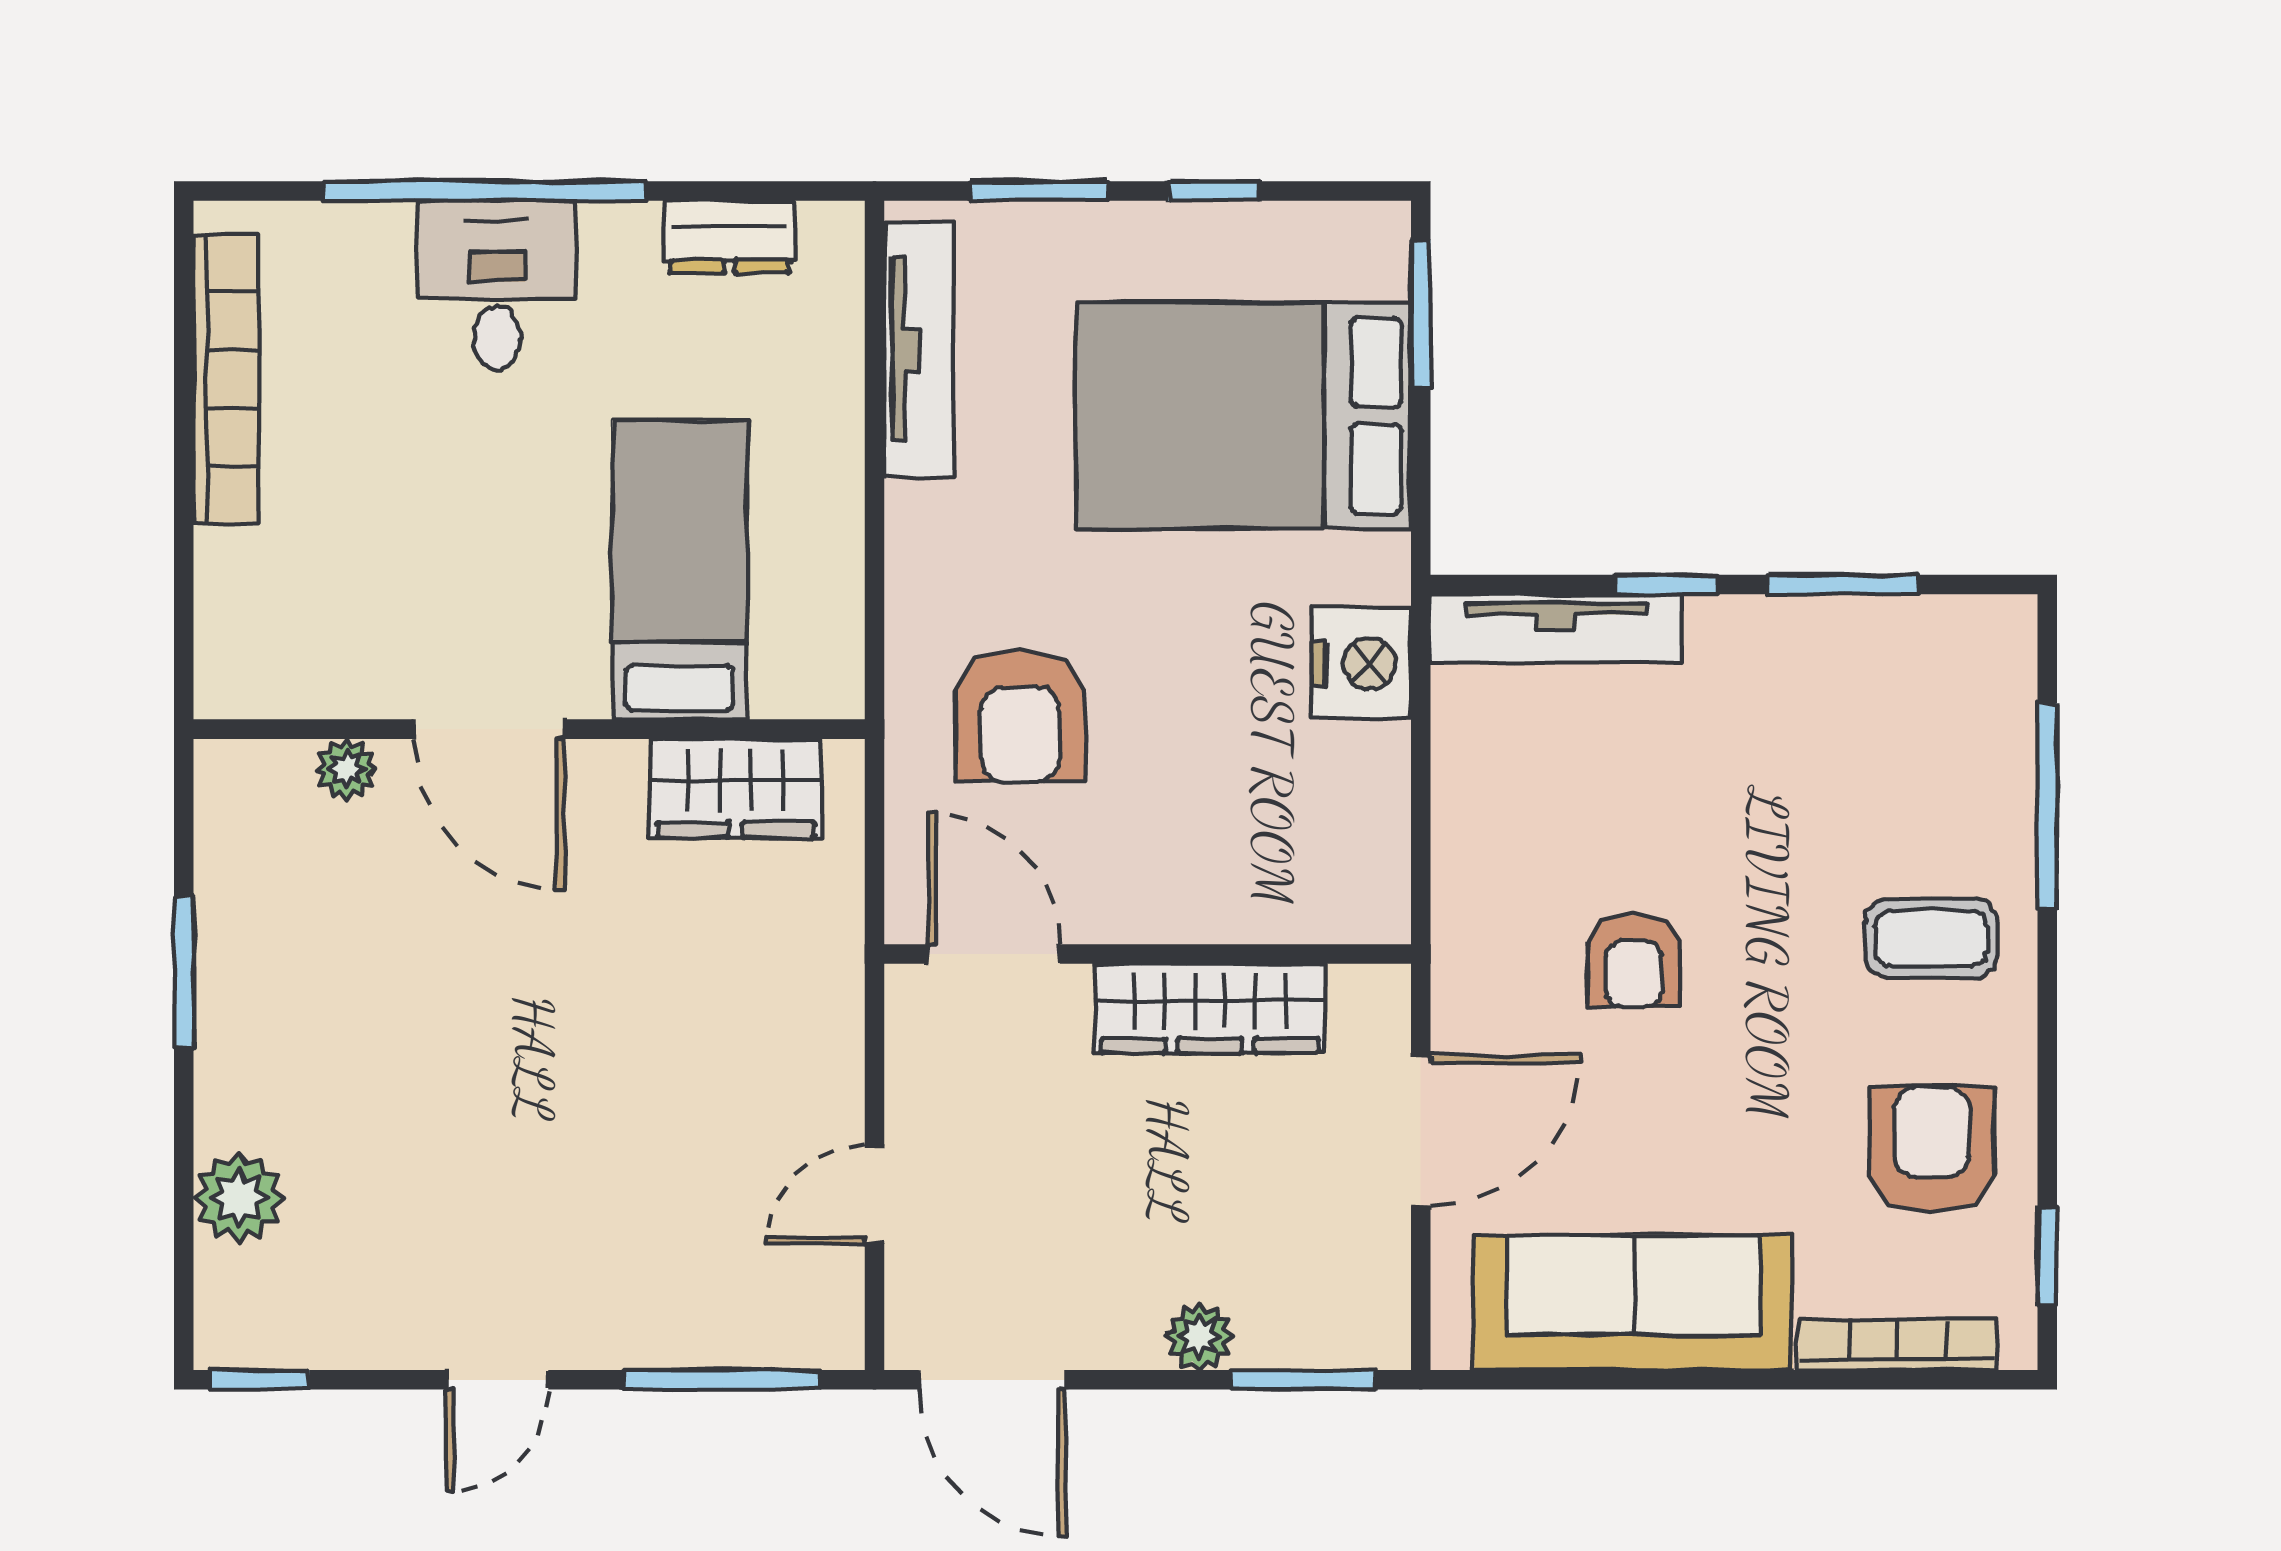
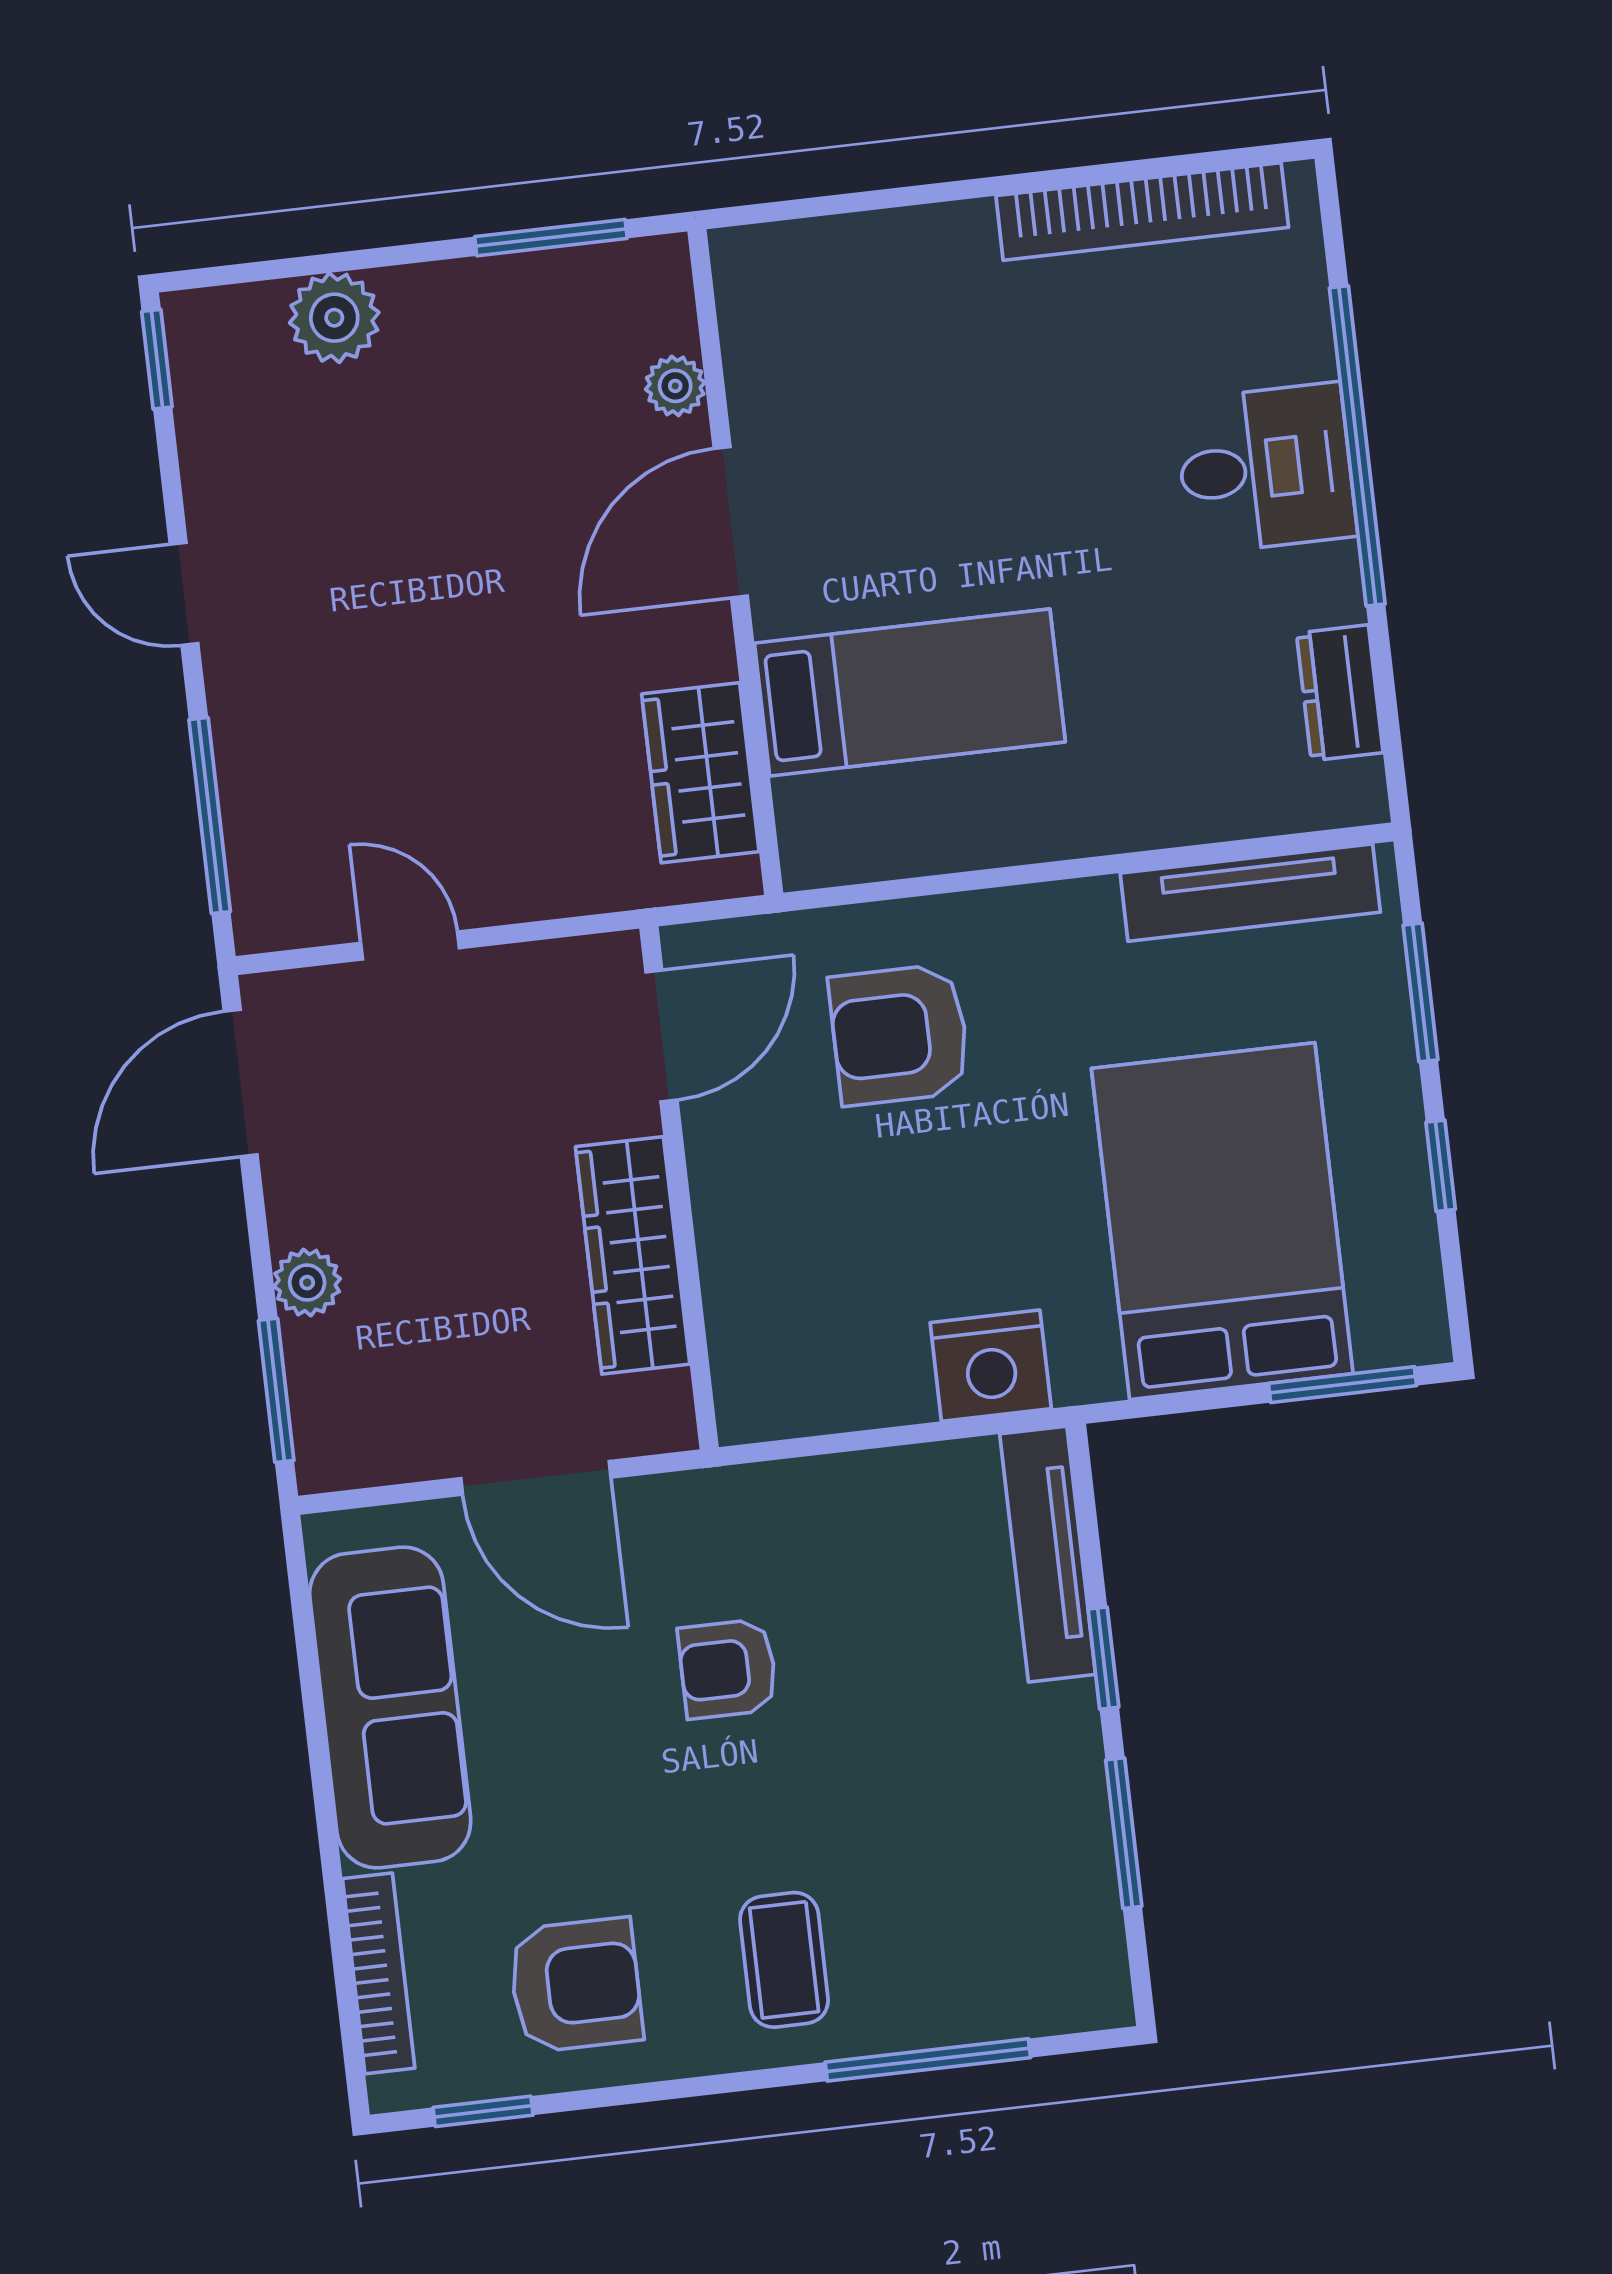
bed: (680, 570) -> (910, 692), moved
door: (489, 729) -> (731, 522), moved
wall: (529, 729) -> (735, 562), moved
plant: (346, 769) -> (675, 386), moved
wardrobe: (736, 788) -> (700, 773), moved

